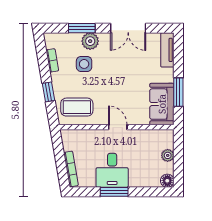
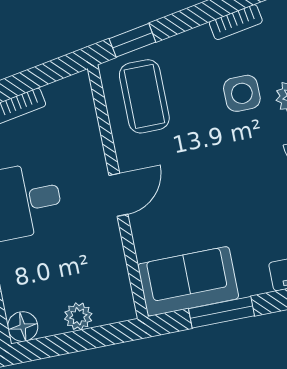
window: (49, 92) -> (132, 40), moved

